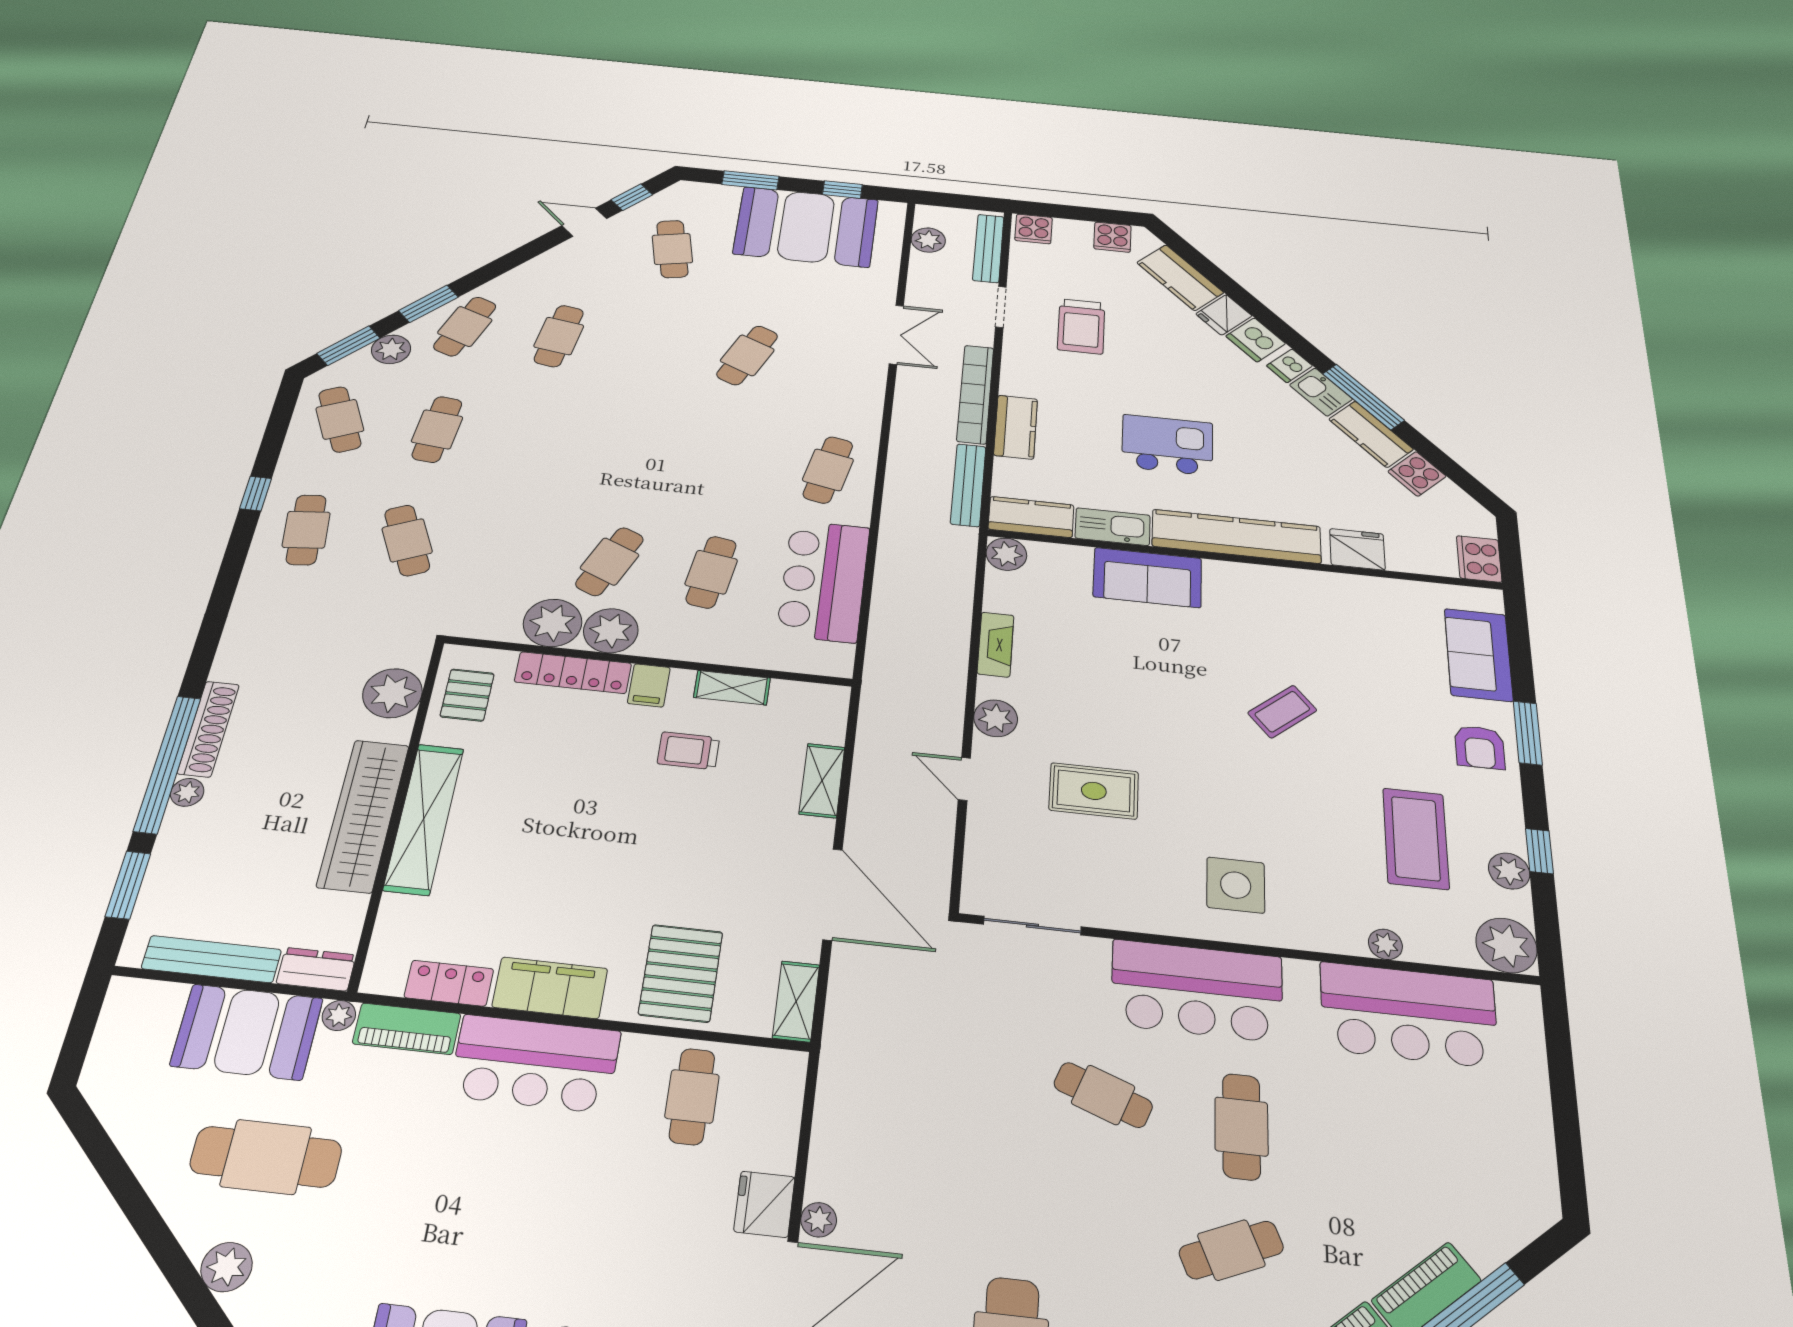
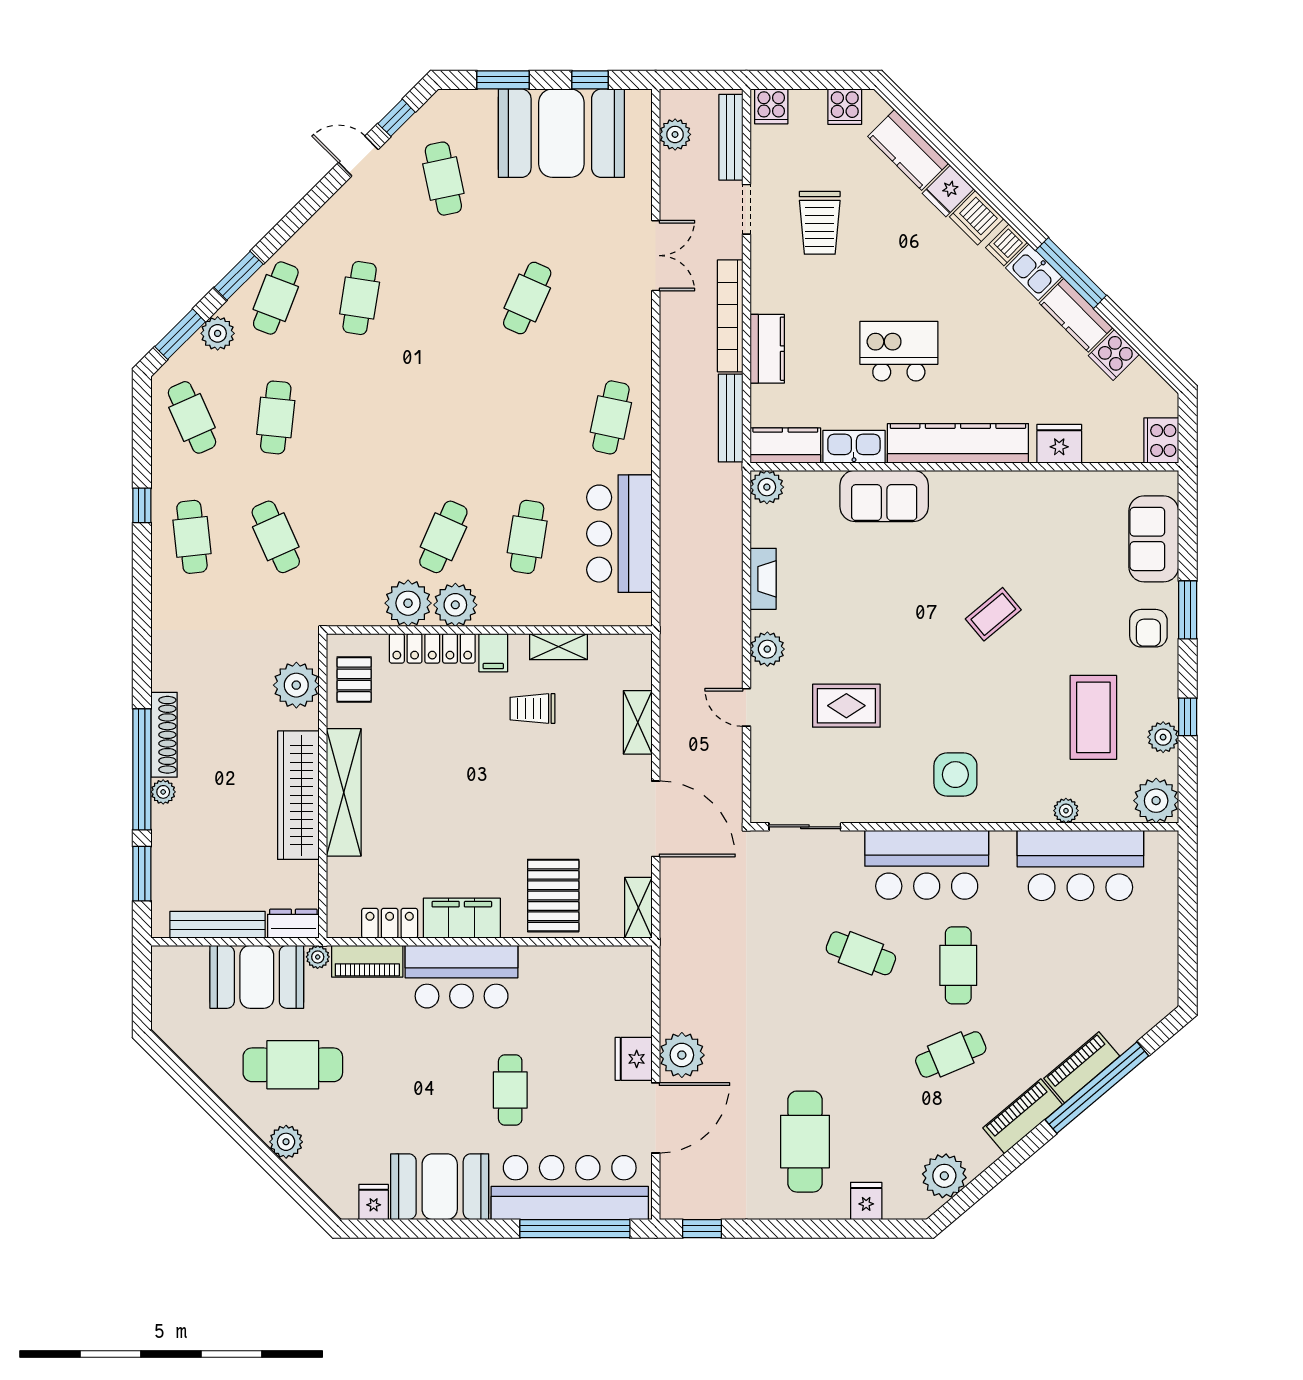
cafe table: (692, 1096) -> (510, 1090), moved
plant: (819, 1220) -> (682, 1055), width x1.87, depth x1.87

